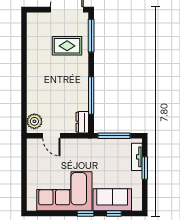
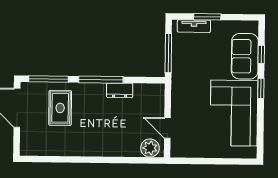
window: (91, 95) -> (101, 80), moved
dresser: (82, 122) -> (120, 90), moved
door: (51, 136) -> (167, 128), swing flipped

